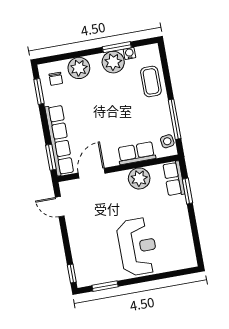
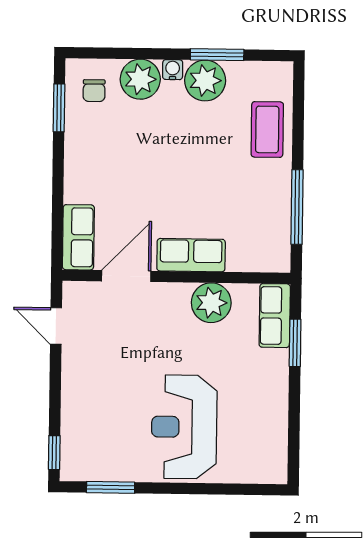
water cooler: (129, 53) -> (173, 70), moved
row of seats: (59, 140) -> (78, 237), width x0.50
side table: (167, 141) -> (276, 245), removed
row of seats: (136, 153) -> (191, 255), moved
window: (51, 157) -> (57, 232), removed
reception desk: (138, 247) -> (184, 427), turned 180

